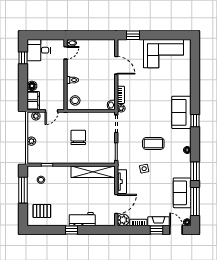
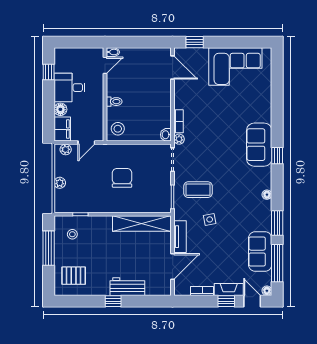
desk: (39, 50) -> (69, 88), moved
door: (116, 65) -> (173, 68), moved
coffee table: (153, 144) -> (198, 190), moved
plant: (123, 220) -> (182, 288), removed

